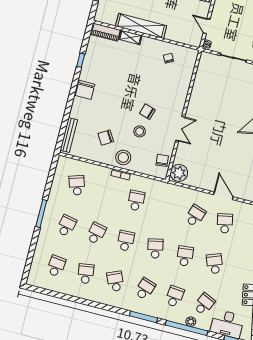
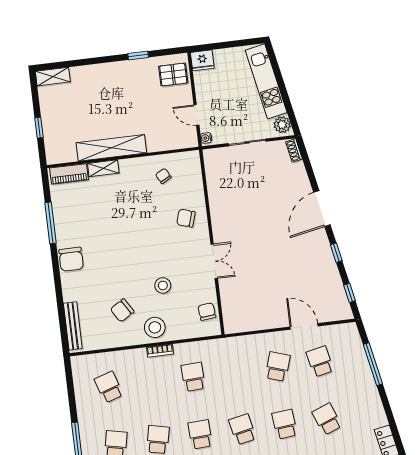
window: (81, 60) -> (50, 223), width x2.17
chair: (147, 112) -> (186, 218), moved
plant: (179, 173) -> (235, 319), removed

